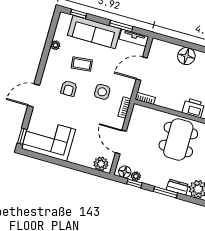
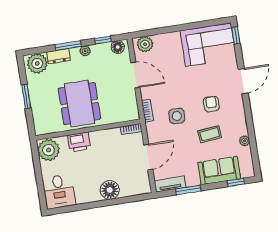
sofa: (94, 32) -> (219, 171), width x0.73
plant: (136, 176) -> (85, 51), moved

